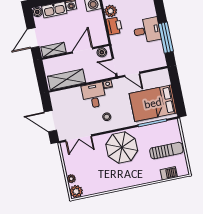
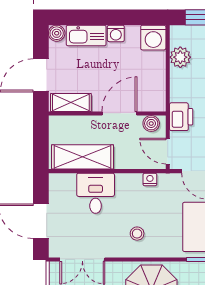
printer: (114, 26) -> (181, 117), moved
desk: (94, 95) -> (96, 193), moved

